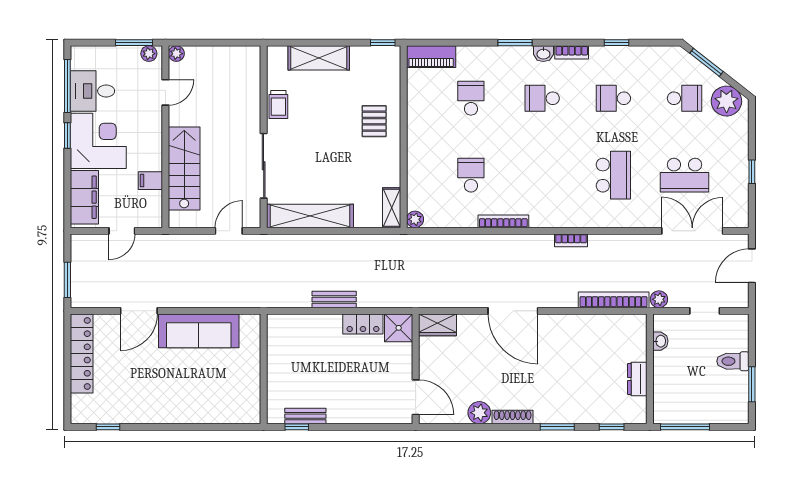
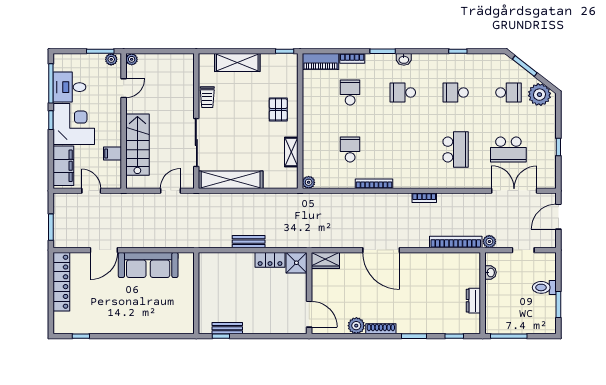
bookcase: (572, 52) -> (352, 58), moved
shelving: (392, 208) -> (291, 152), moved
door: (122, 231) -> (91, 191), swing flipped

